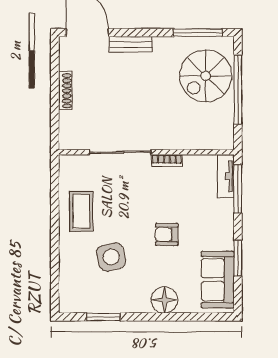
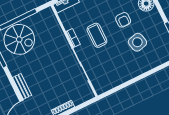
coffee table: (81, 211) -> (97, 35), moved, turned 90
armchair: (167, 234) -> (123, 20), moved

